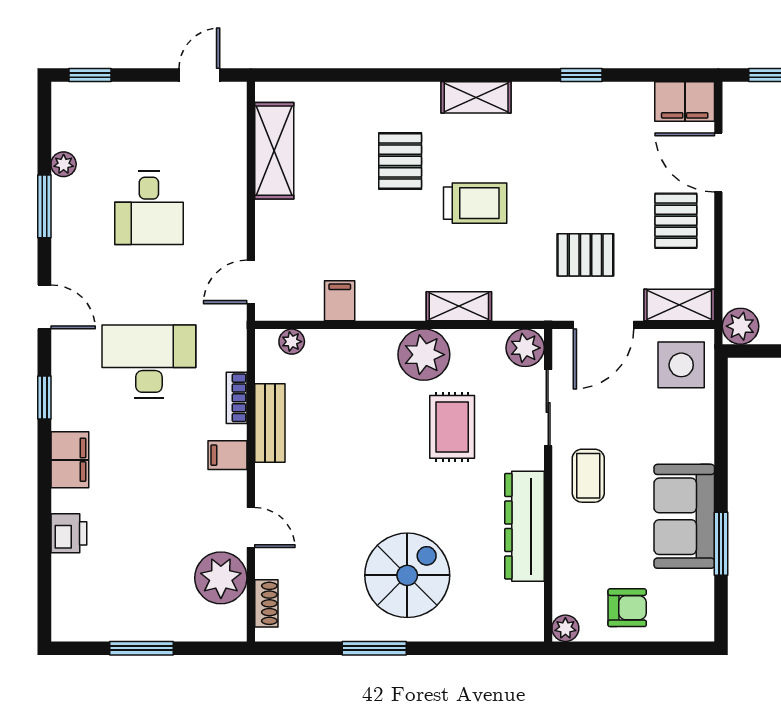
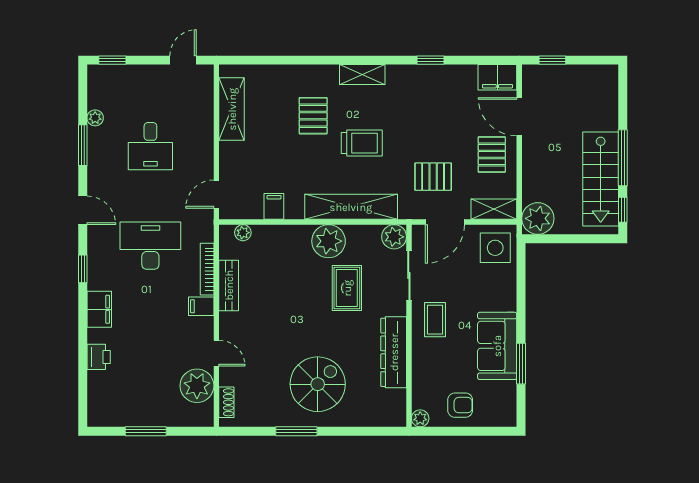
shelving: (459, 306) -> (351, 207), width x2.20, depth x1.33
plant: (740, 326) -> (538, 218), width x1.36, depth x1.36
bookcase: (237, 398) -> (207, 269), width x1.56

